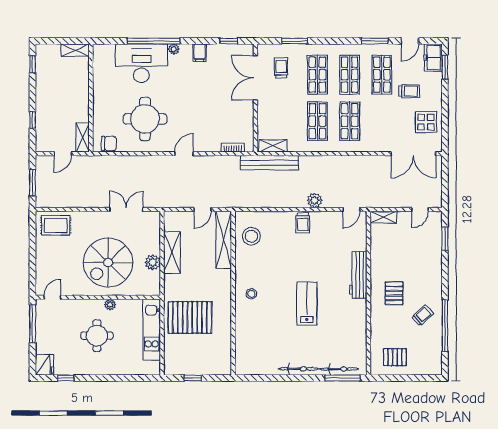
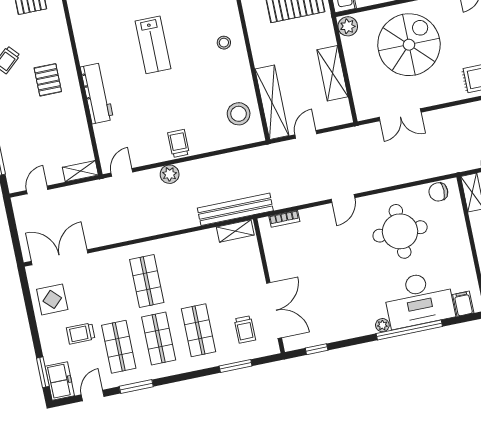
filing cabinet: (200, 53) -> (463, 304), moved
shop shelf: (317, 121) -> (187, 273), removed
plant: (153, 262) -> (348, 26), moved

